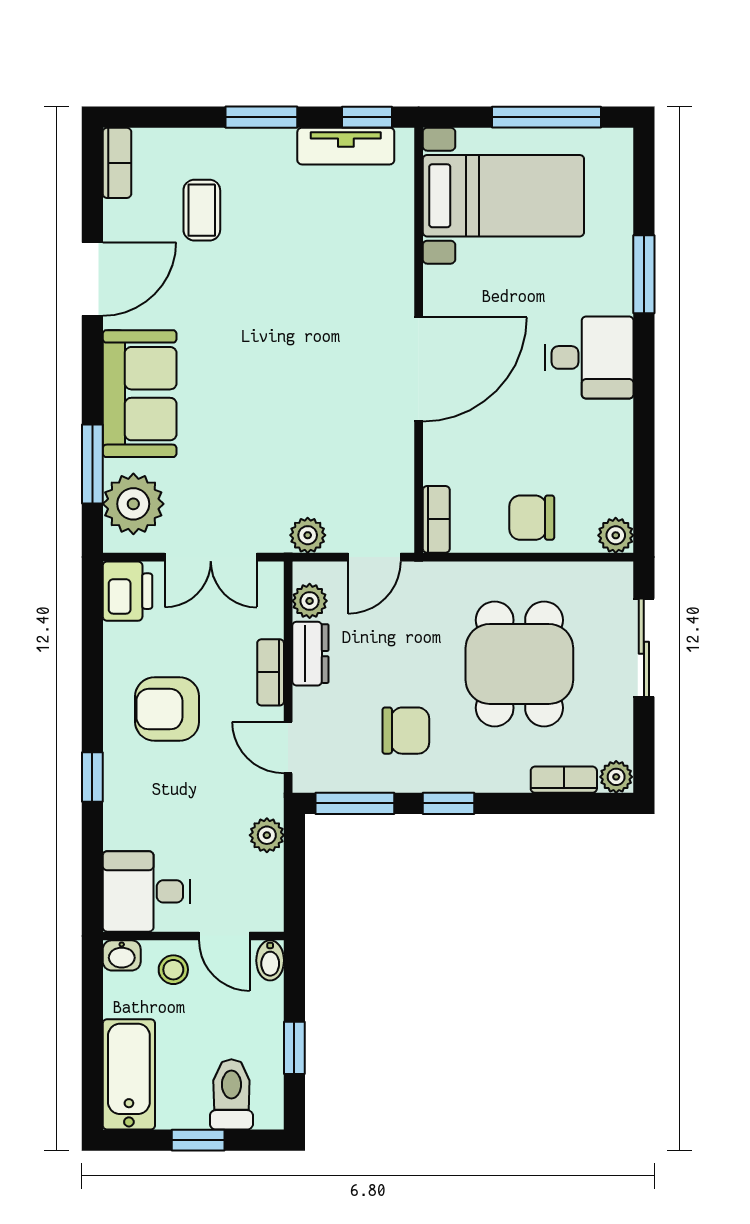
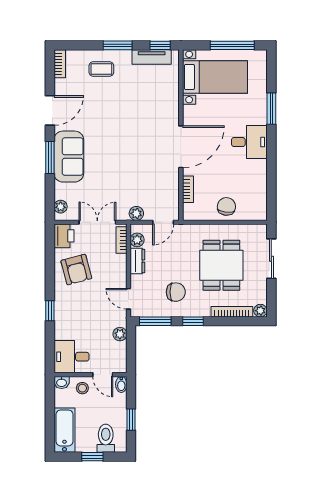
coffee table: (202, 210) -> (101, 69), moved, turned 90
window: (92, 464) -> (50, 157), moved
plant: (133, 504) -> (61, 207), width x0.53, depth x0.53
chair: (532, 518) -> (226, 206), turned 97
bookcase: (436, 519) -> (188, 189), moved
plant: (616, 535) -> (260, 213), removed
double door: (211, 557) -> (97, 222), swing flipped
bookcase: (271, 672) -> (121, 240), moved
armchair: (167, 709) -> (76, 270), moved, turned -105
bookcase: (564, 780) -> (232, 312), width x1.56

